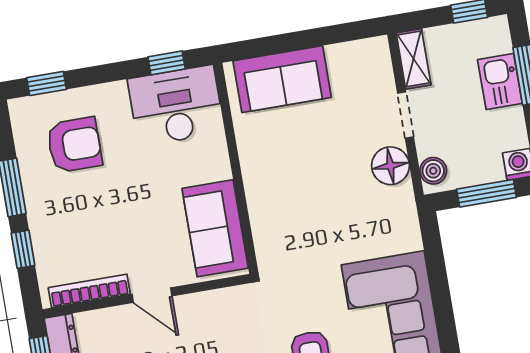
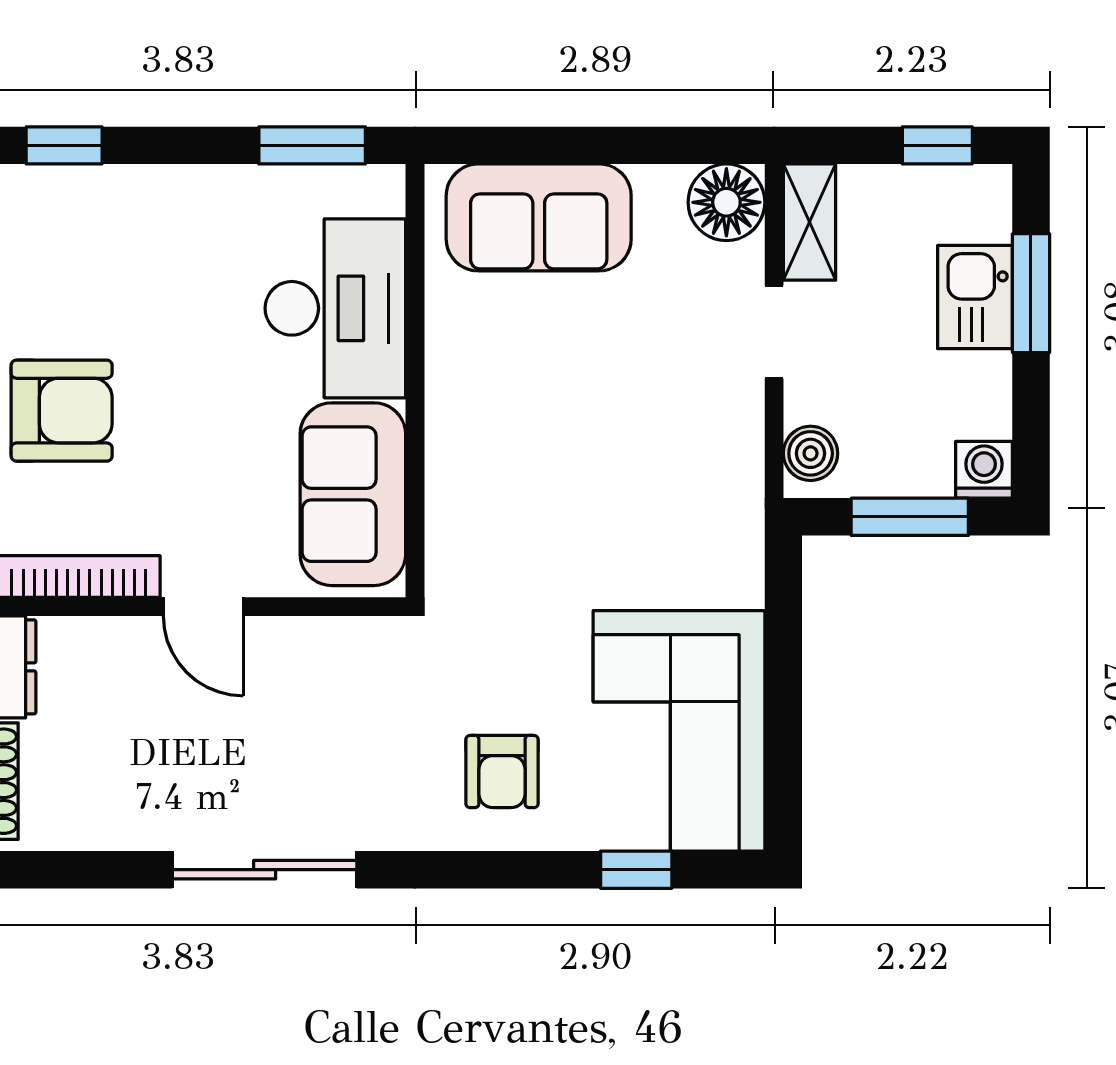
window: (167, 63) -> (312, 145), width x1.50
desk: (176, 106) -> (335, 308), moved, turned 90
armchair: (74, 145) -> (62, 411), moved
floor lamp: (390, 166) -> (726, 202), moved

